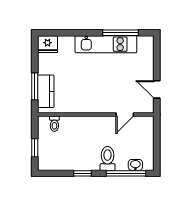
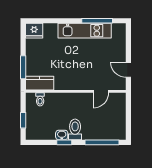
kitchen counter: (46, 91) -> (40, 83), moved, turned -90
toilet: (108, 158) -> (75, 129), moved
washbasin: (135, 165) -> (62, 135), moved

